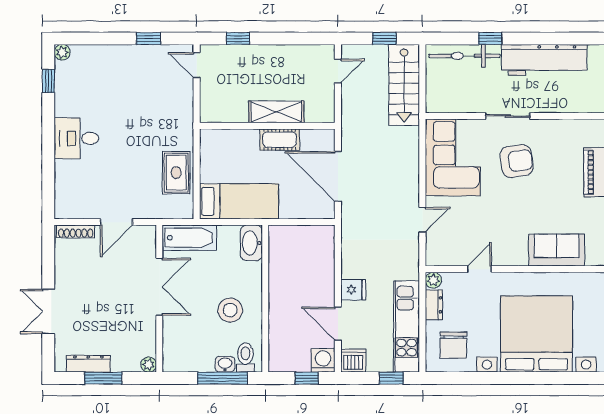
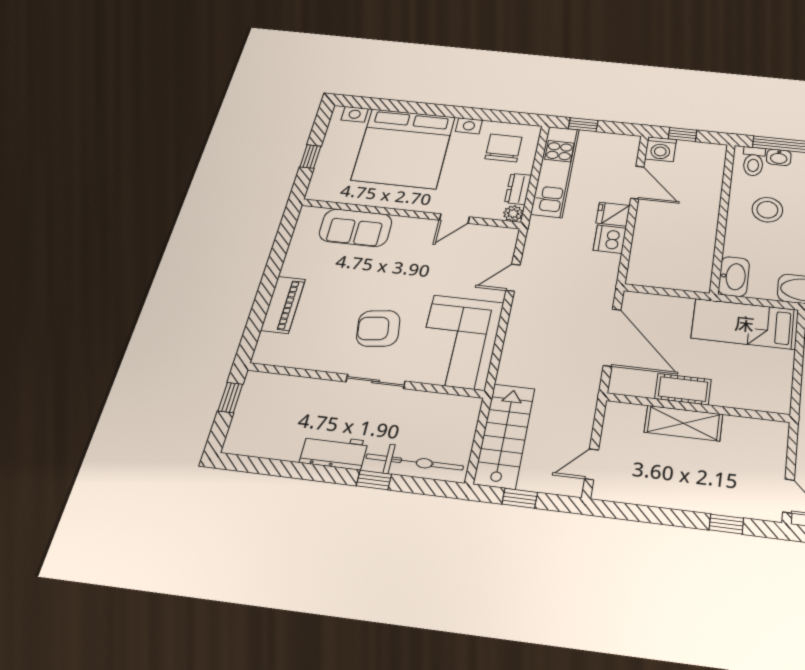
workbench: (544, 60) -> (334, 452), width x0.53, depth x0.76
dishwasher: (353, 361) -> (610, 239), moved, turned 90

